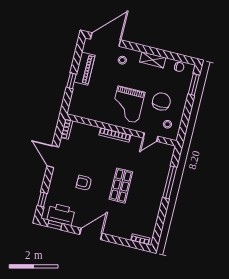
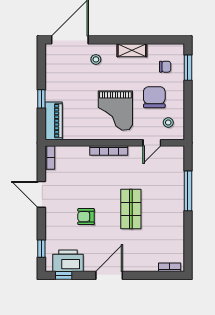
chair: (179, 67) -> (165, 67), moved
piano: (85, 69) -> (54, 121), moved

